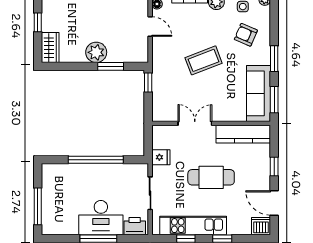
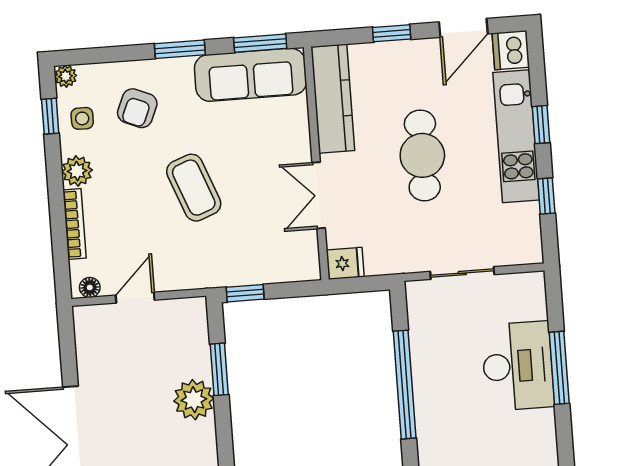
fridge: (161, 157) -> (345, 263), moved, turned 90
printer: (135, 226) -> (529, 298), removed
kitchen unit: (193, 226) -> (516, 136), moved

